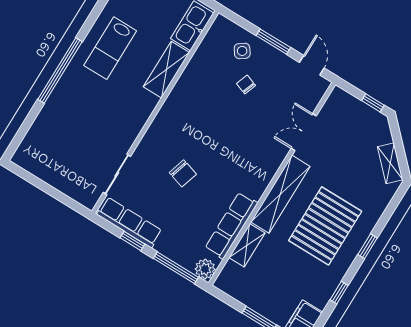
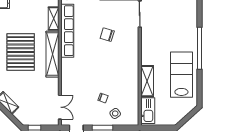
lab bench: (110, 48) -> (181, 75), width x1.36, depth x1.39
double door: (304, 132) -> (60, 107), moved
row of seats: (231, 226) -> (67, 31), width x1.36

